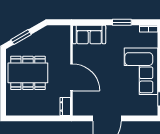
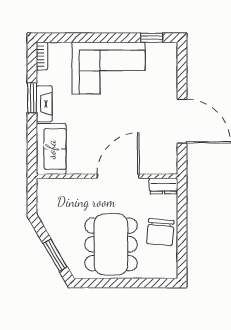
fireplace: (118, 30) -> (44, 104), added
chair: (36, 104) -> (160, 232), added

